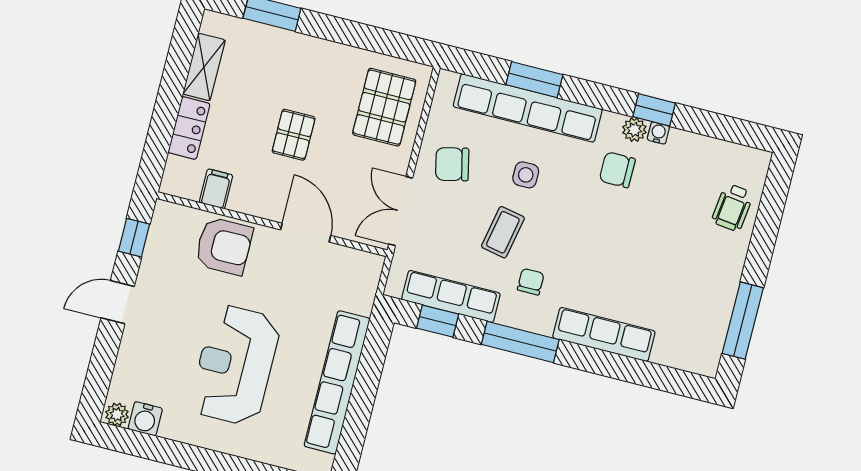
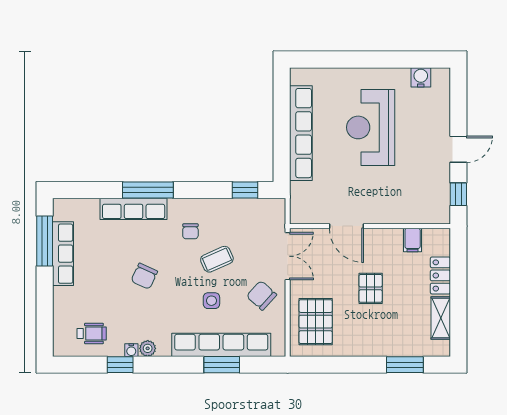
window: (654, 110) -> (120, 365), moved
chair: (452, 164) -> (262, 295), turned -125
chair: (617, 170) -> (144, 276), moved, turned 115
wheelchair: (732, 207) -> (92, 334), moved, turned 83
coffee table: (503, 232) -> (217, 259), turned 55
armchair: (224, 246) -> (398, 204), removed
row of seats: (451, 296) -> (63, 254), moved, turned -90
window: (520, 342) -> (148, 190), moved
reception desk: (235, 365) -> (371, 127), turned 180
plant: (117, 414) -> (440, 75), removed

